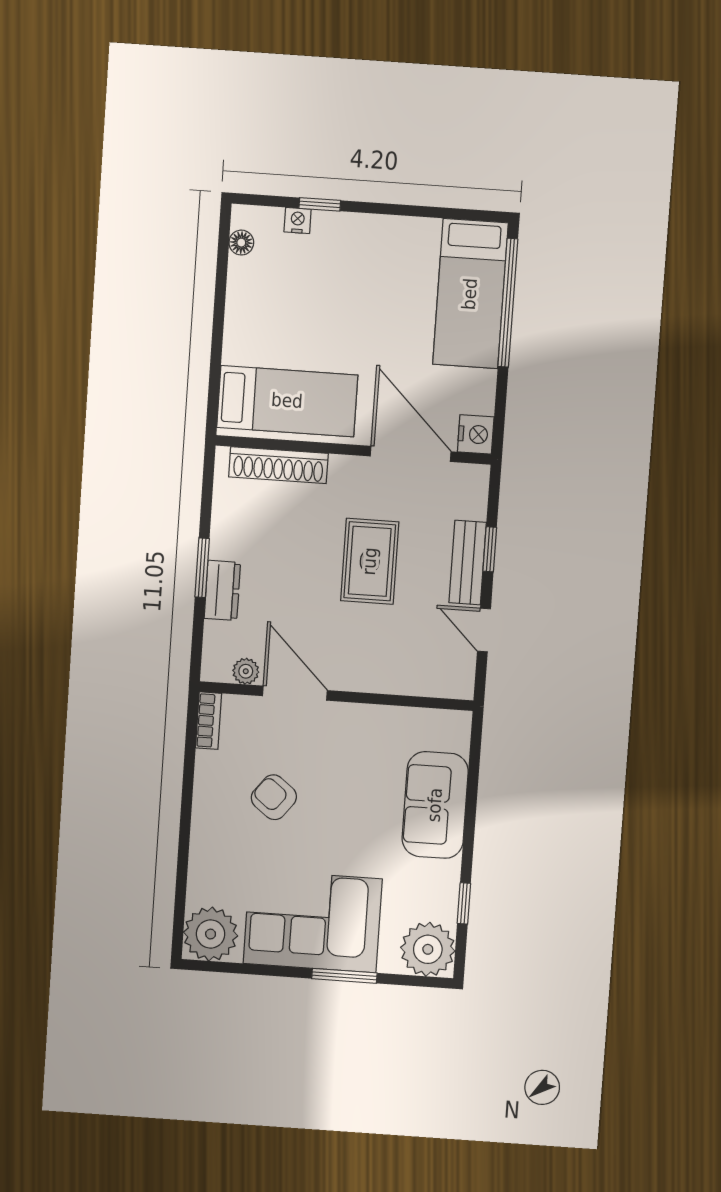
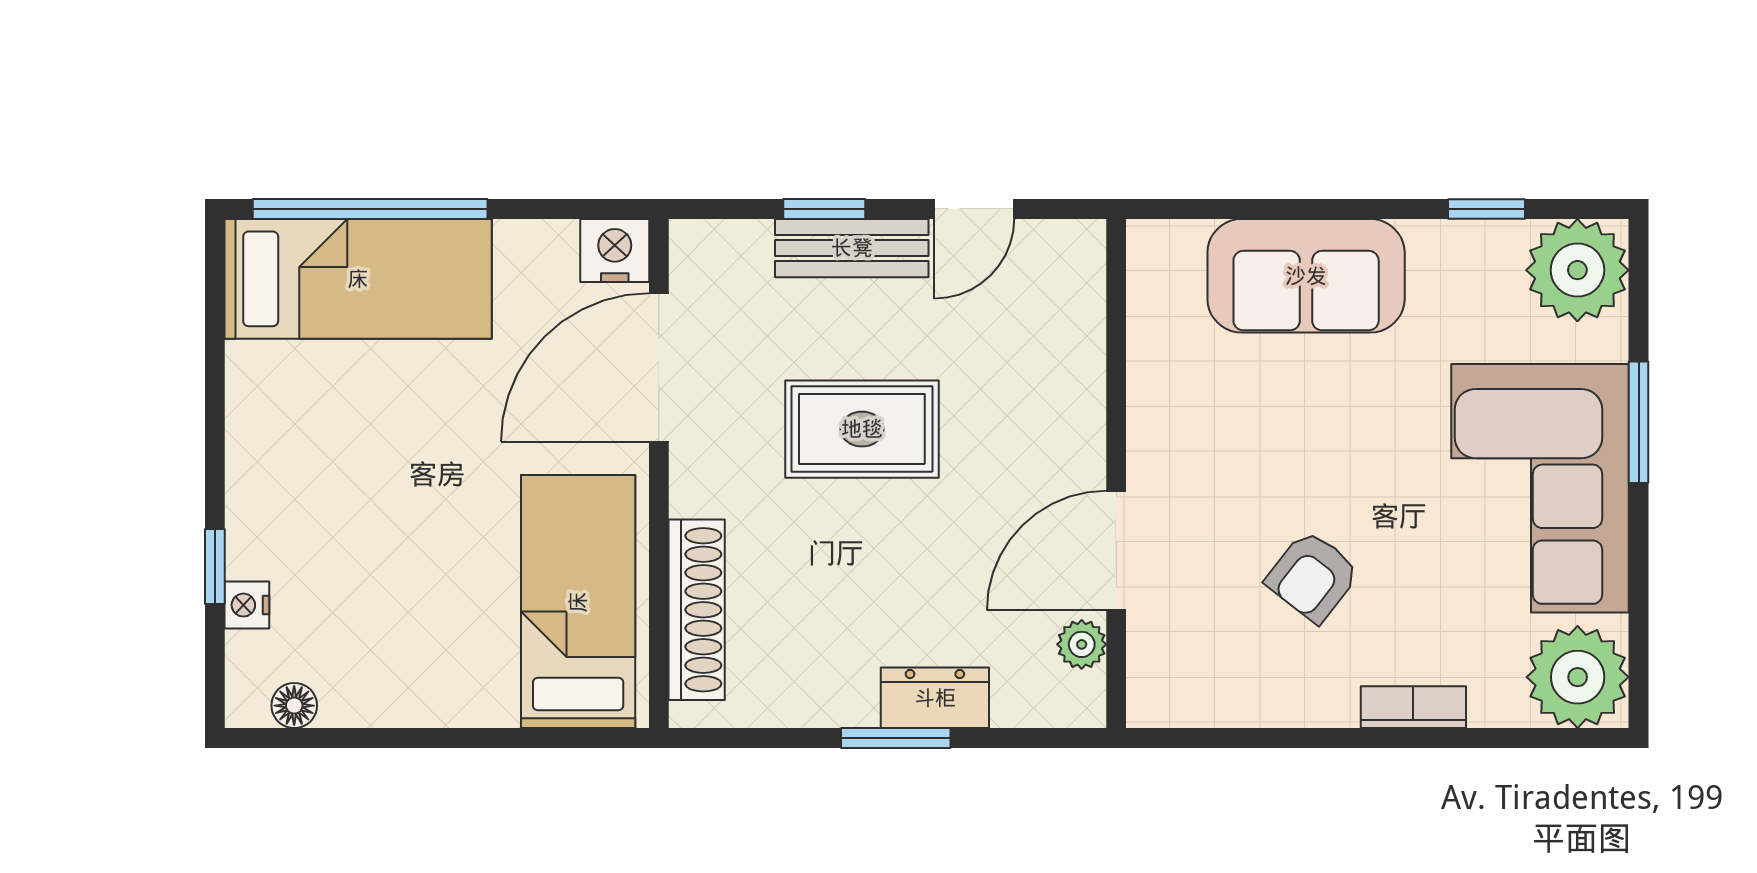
bookcase: (209, 721) -> (1413, 707), moved

